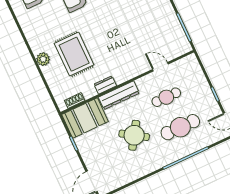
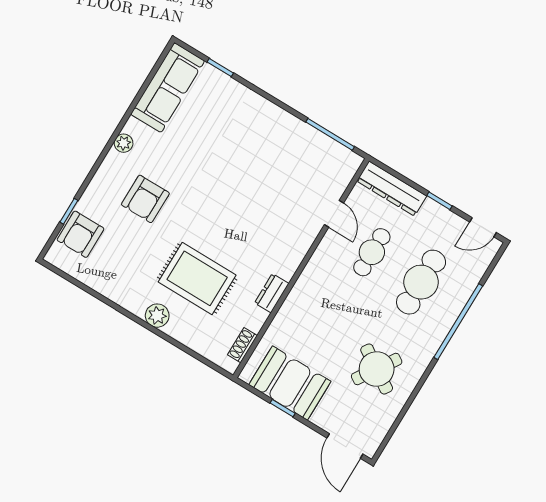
door: (160, 67) -> (334, 214), swing flipped
dresser: (119, 95) -> (392, 188), moved, turned 90
booth: (85, 118) -> (290, 383), moved, turned 90
round table: (134, 135) -> (377, 369), moved

